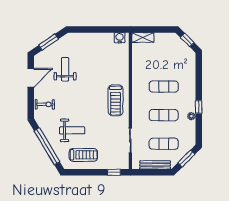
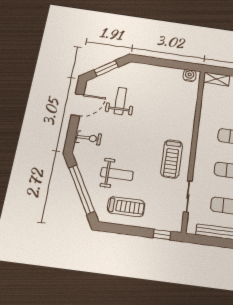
treadmill: (115, 100) -> (172, 159), moved

